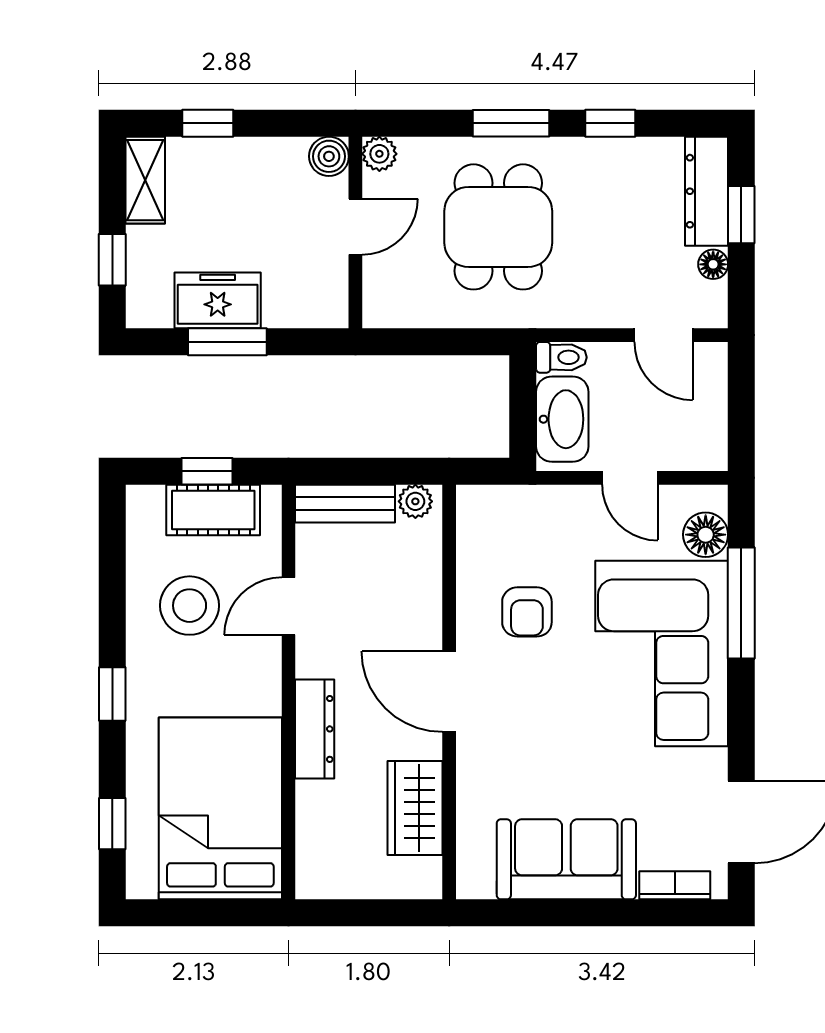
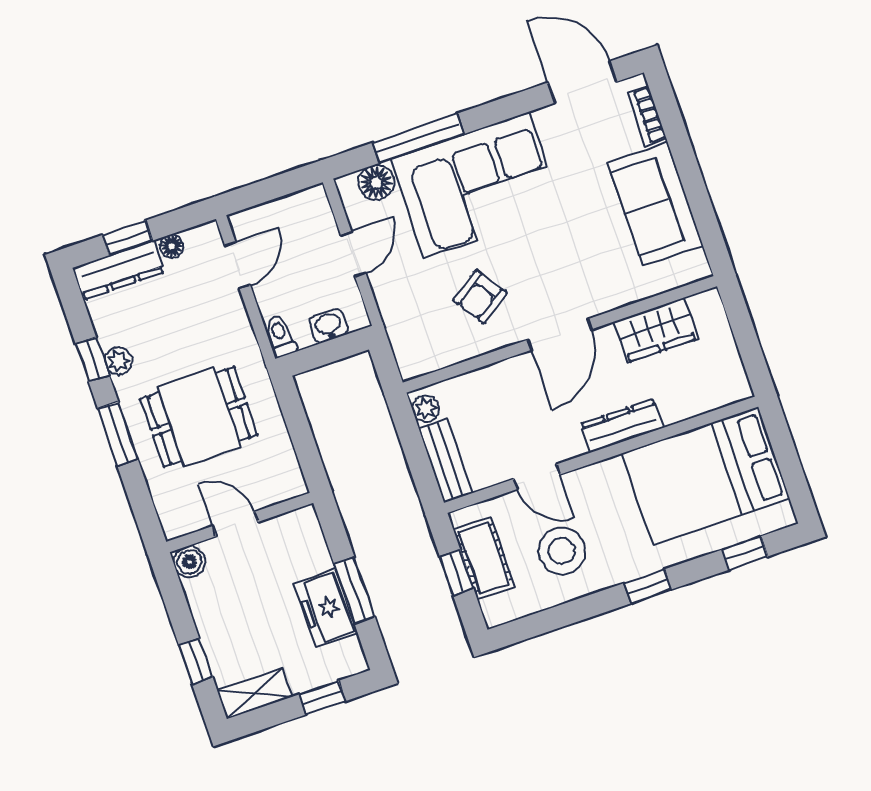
plant: (379, 154) -> (119, 361), moved
washbasin: (562, 419) -> (329, 326), width x0.52, depth x0.69
armchair: (527, 612) -> (480, 297), turned 146

